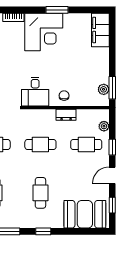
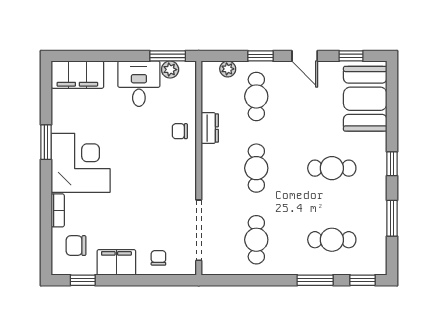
desk: (35, 92) -> (139, 84), moved, turned -90

